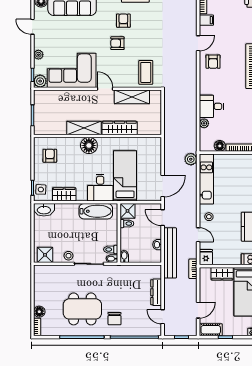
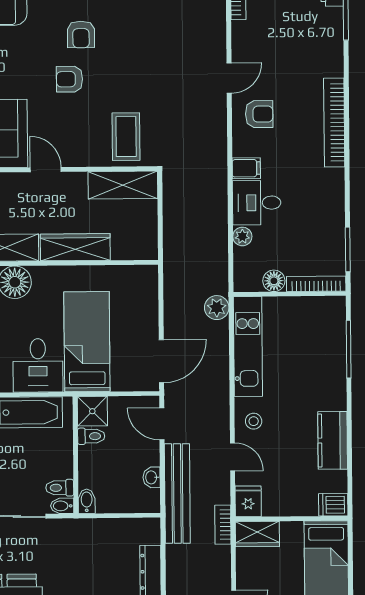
filing cabinet: (206, 20) -> (246, 168), moved
armchair: (123, 21) -> (81, 34), turned 180
armchair: (213, 62) -> (259, 114), turned -90
shelving: (132, 97) -> (123, 185), moved
wardrobe: (222, 274) -> (257, 534), moved

